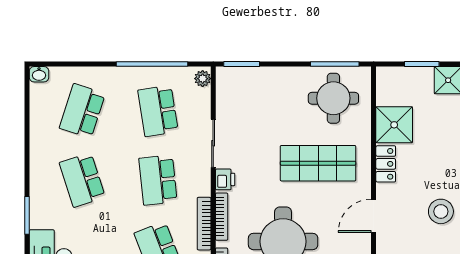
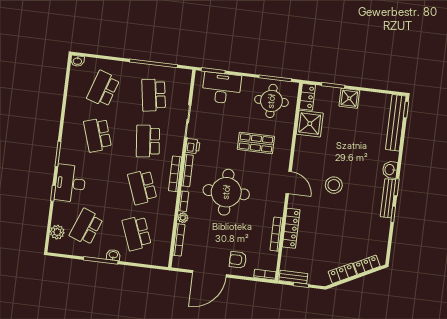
plant: (203, 79) -> (186, 77), removed
desk: (257, 88) -> (222, 88), added
shop shelf: (318, 163) -> (256, 143), width x0.70, depth x0.74
locker: (386, 164) -> (307, 97), moved
door: (374, 216) -> (289, 183), swing flipped

